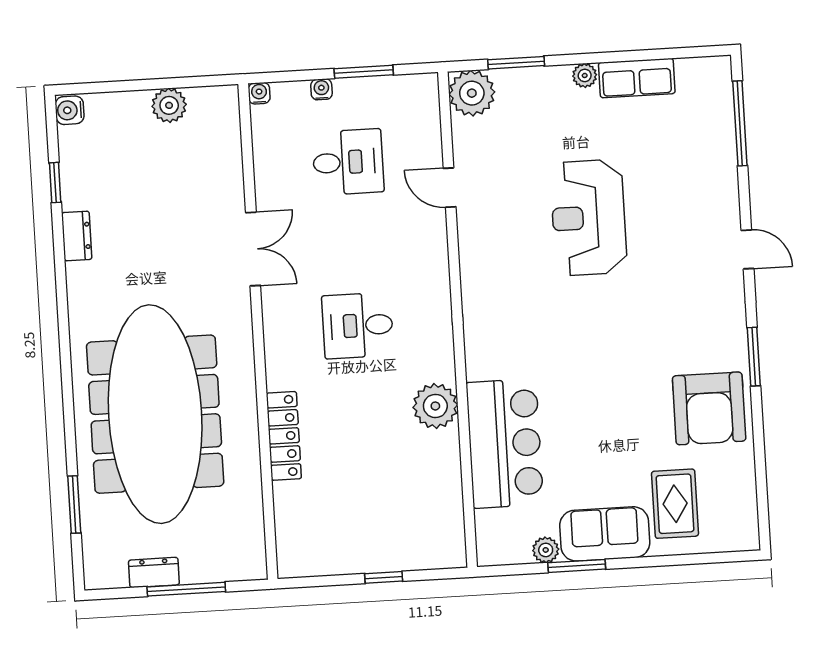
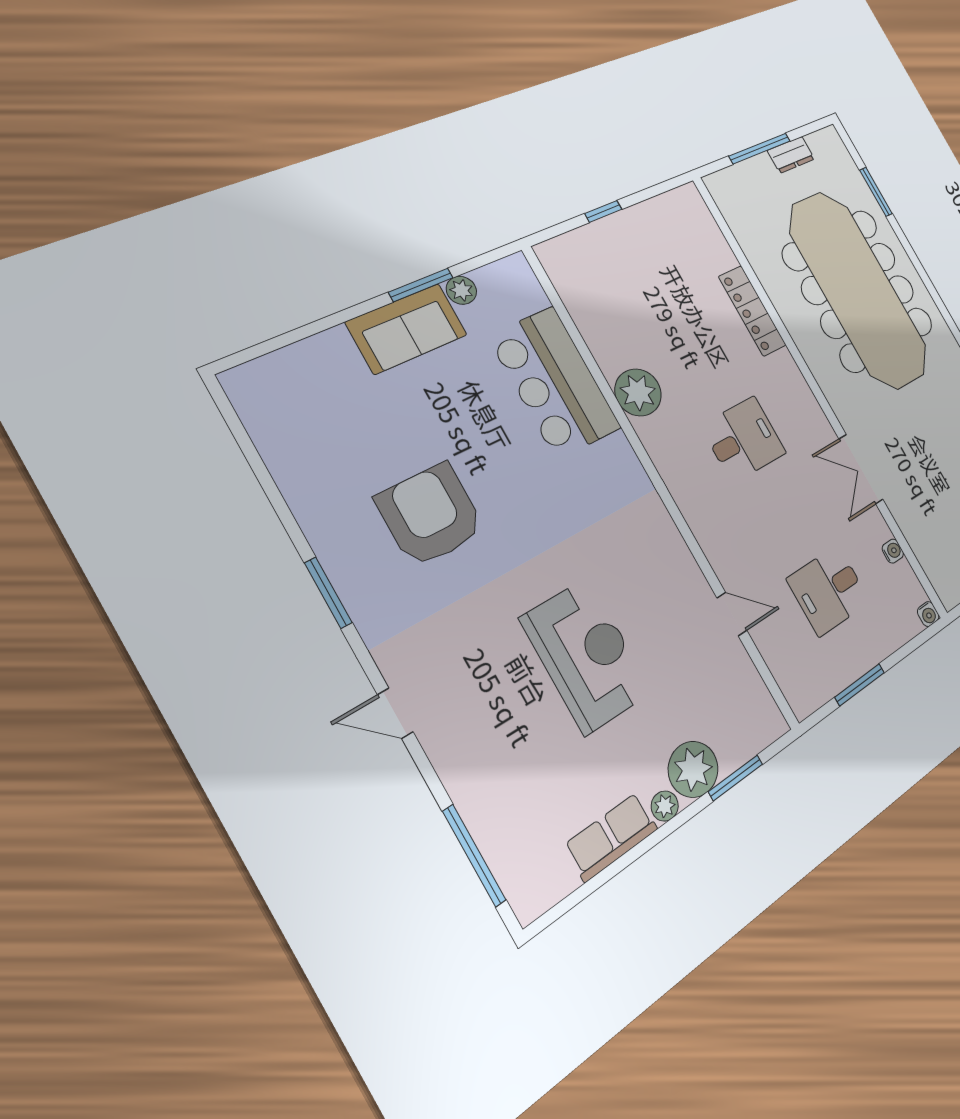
water cooler: (321, 89) -> (893, 551), moved, turned -90
plant: (472, 93) -> (693, 769), moved
armchair: (709, 408) -> (431, 515), moved
rug: (675, 504) -> (343, 389), removed

